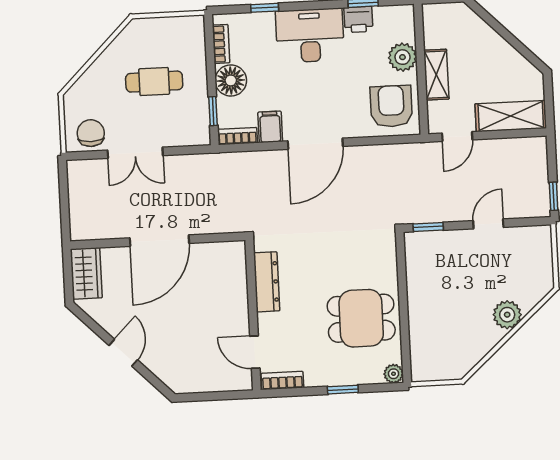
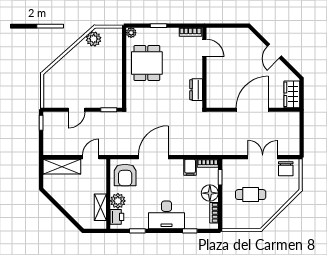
printer: (358, 19) -> (117, 217), moved, turned 90
shelving: (436, 75) -> (100, 207), moved
door: (315, 144) -> (153, 157), moved
dresser: (267, 282) -> (196, 90), width x0.70
plant: (507, 315) -> (94, 39), moved
dining table: (361, 318) -> (147, 63), turned 90

